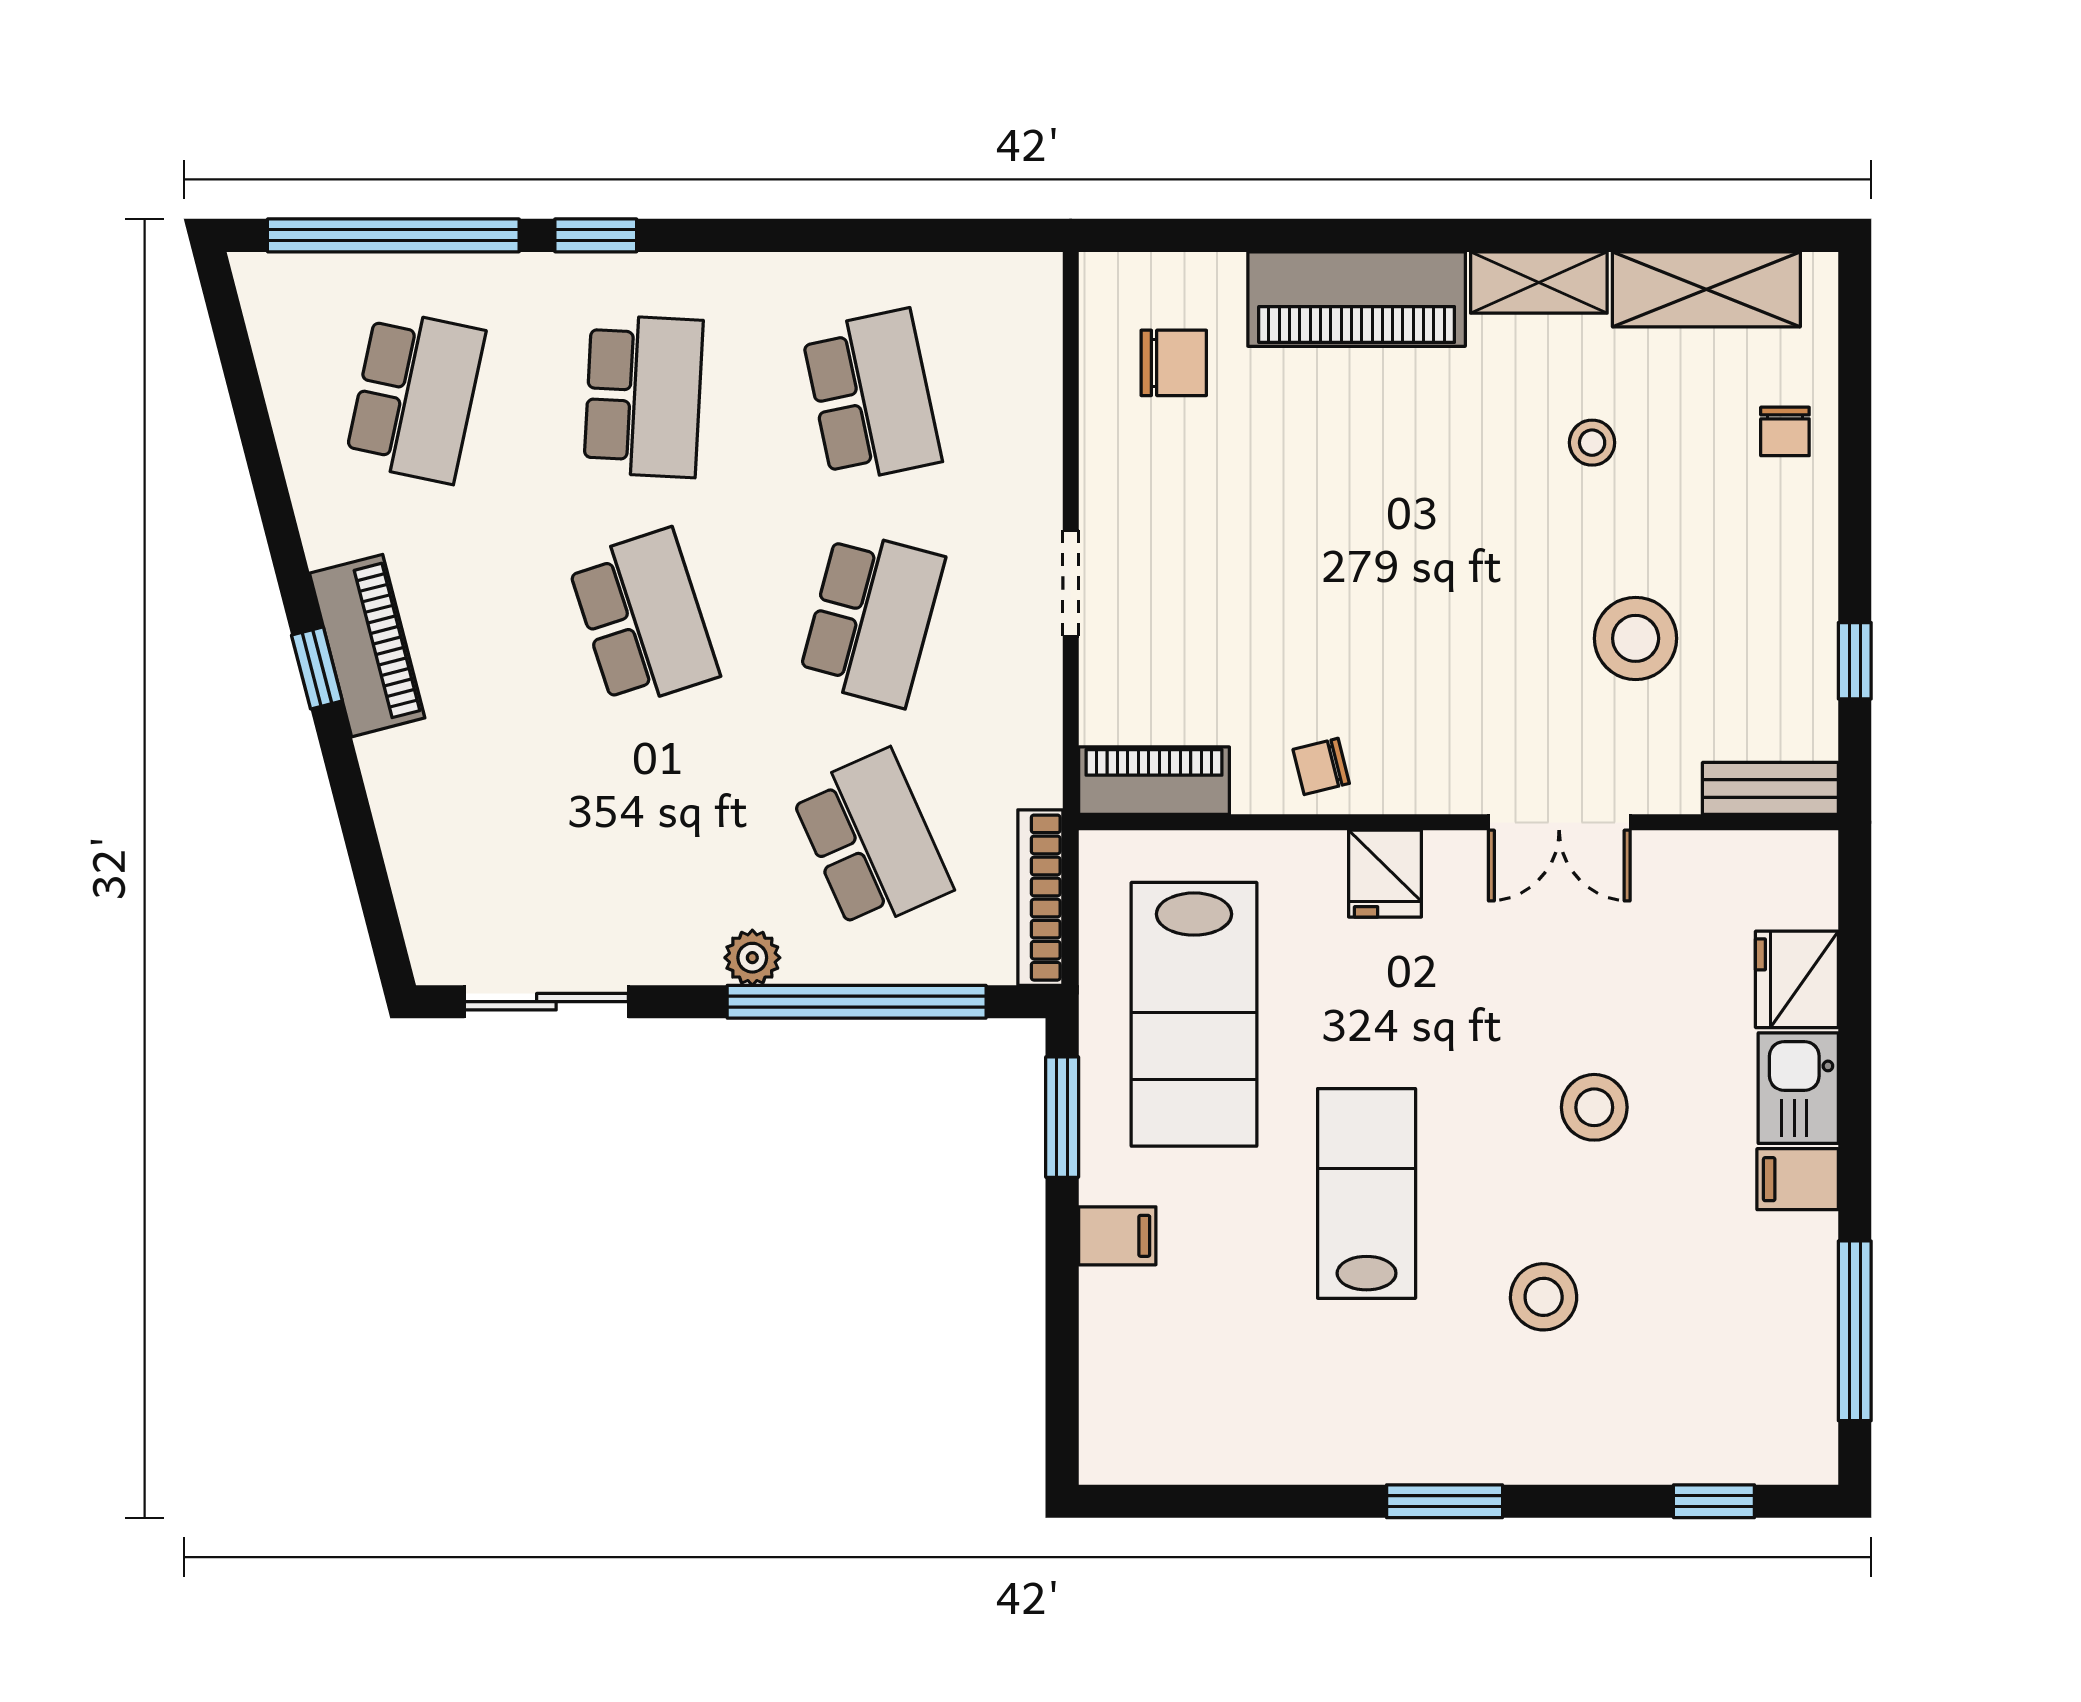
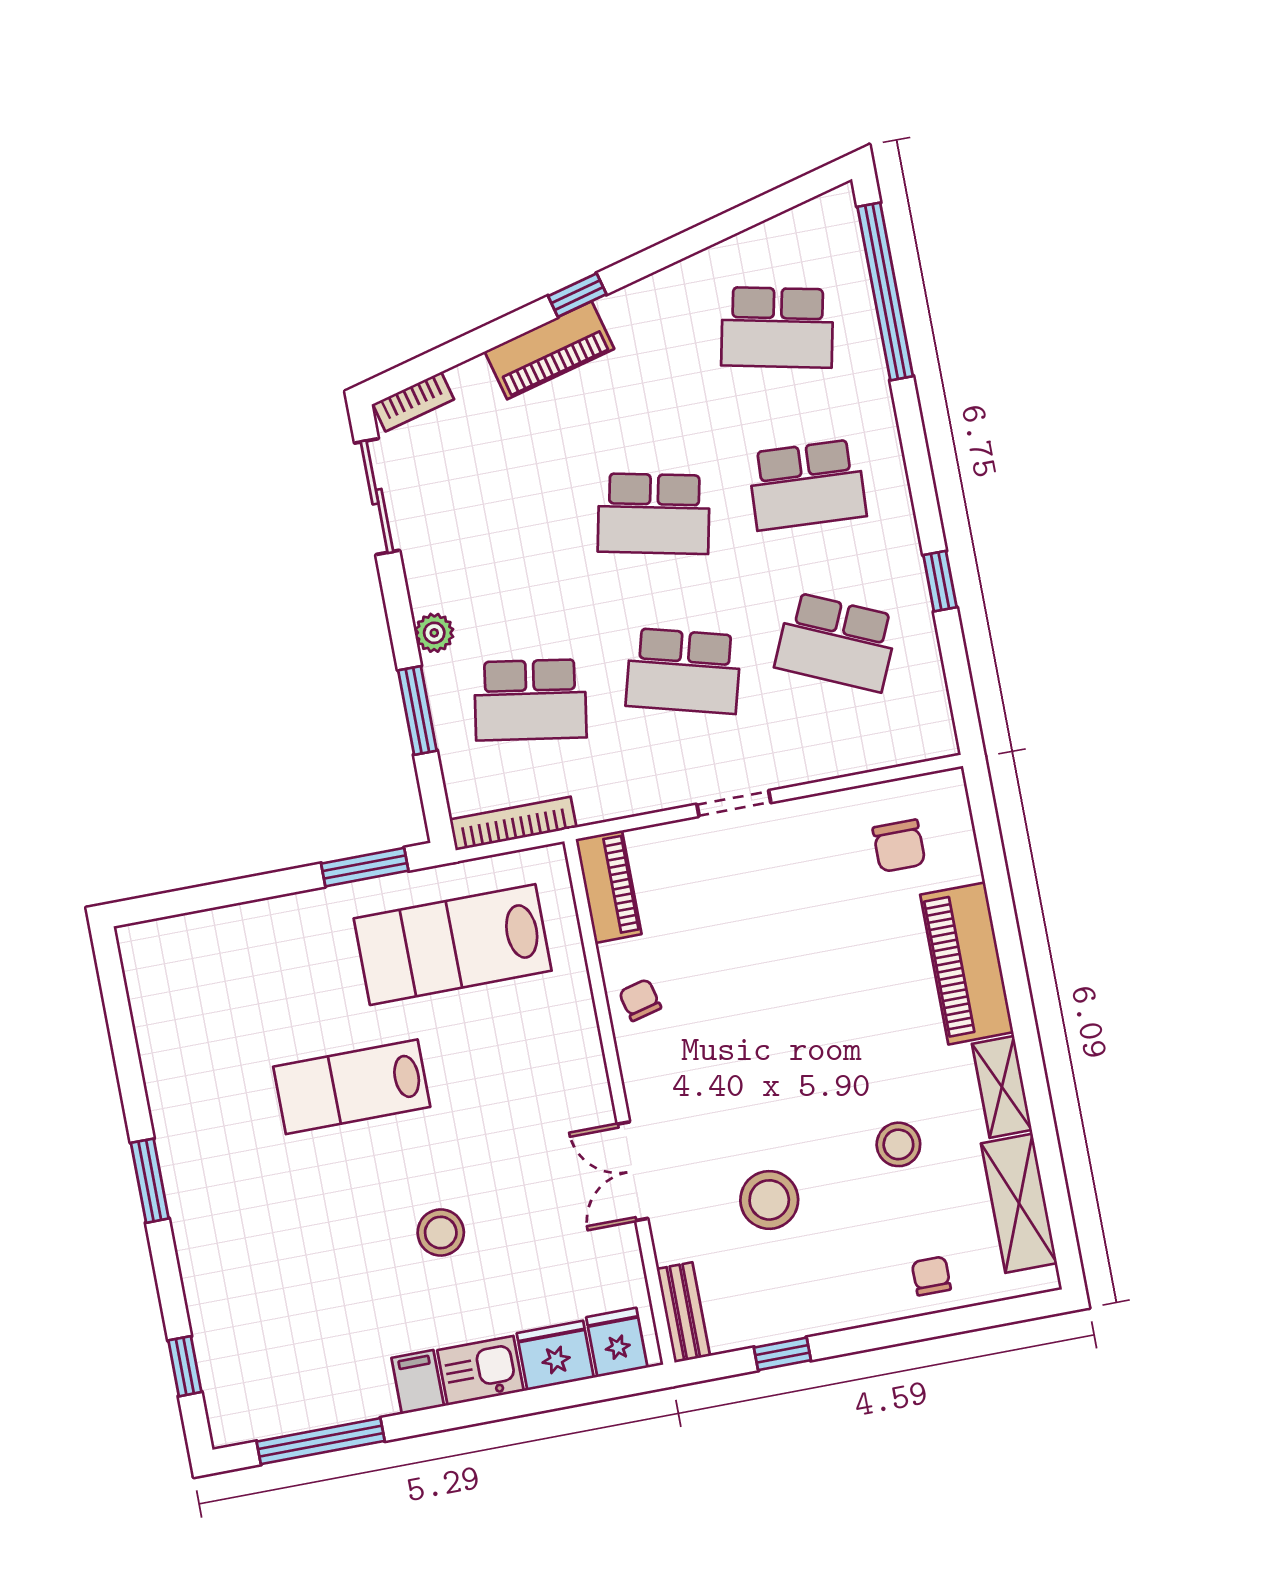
window: (596, 235) -> (940, 581), moved
school desk: (872, 396) -> (837, 642), turned 36
chair: (1785, 431) -> (931, 1276), turned 90
stool: (1592, 443) -> (898, 1144), width x1.37, depth x1.37
school desk: (643, 619) -> (654, 514), turned 30
piano: (367, 646) -> (549, 350), moved
school desk: (872, 841) -> (530, 700), turned 33
fridge: (1385, 874) -> (617, 1342), moved, turned 90
bookcase: (423, 926) -> (413, 402), added
window: (857, 1002) -> (417, 710), width x0.47
lab bench: (1367, 1193) -> (352, 1087), turned 180
filing cabinet: (1117, 1236) -> (290, 921), removed
stool: (1544, 1297) -> (304, 1222), removed

